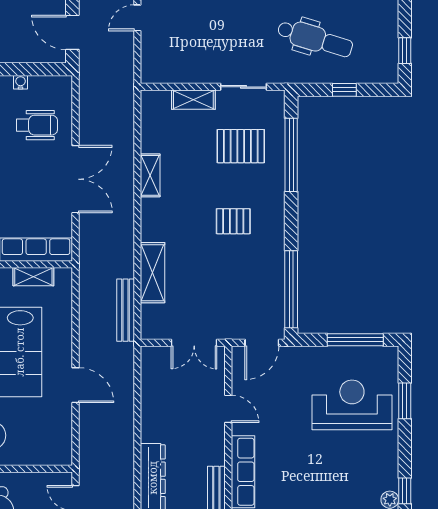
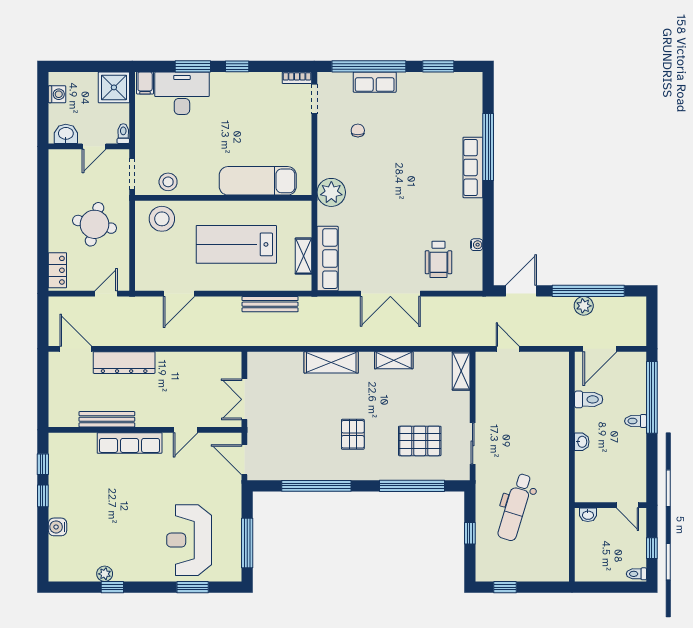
door: (137, 18) -> (508, 349), moved
shelving: (193, 100) -> (461, 371), moved
pallet: (241, 146) -> (420, 441), turned 90
shelving: (153, 273) -> (331, 362), moved
window: (291, 289) -> (316, 486), moved
bench: (126, 310) -> (270, 304), moved
door: (75, 385) -> (179, 294), moved
reception desk: (352, 405) -> (189, 540), turned 180

